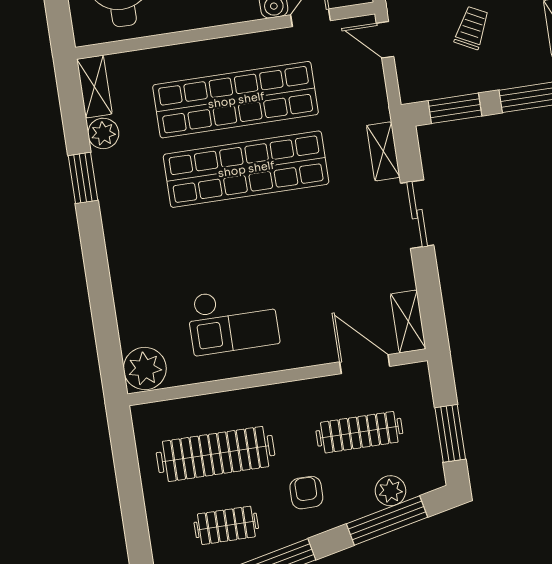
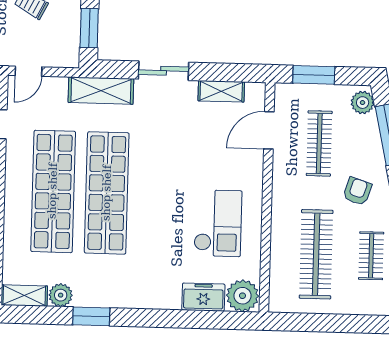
shelving: (383, 151) -> (101, 91), width x1.50, depth x1.33
freezer: (134, 318) -> (203, 297), added
shelving: (408, 321) -> (221, 91), moved
window: (450, 433) -> (314, 75), moved
plant: (391, 491) -> (363, 103), moved
armchair: (306, 493) -> (357, 191), turned 108

